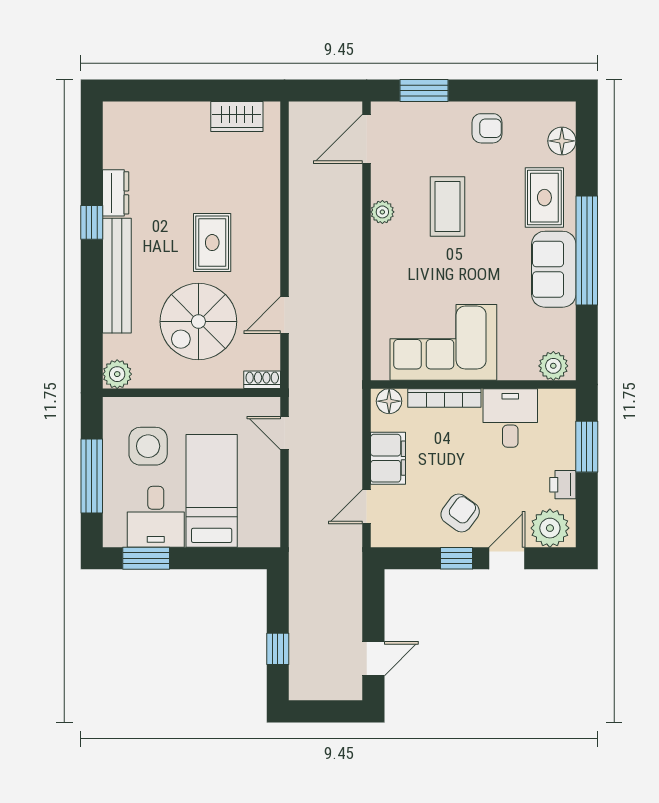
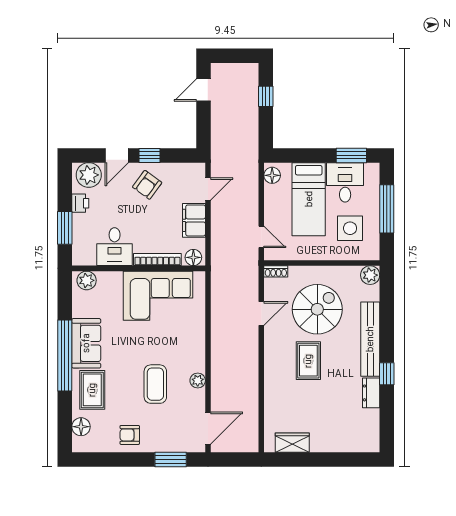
floor lamp: (268, 528) -> (272, 175), added

